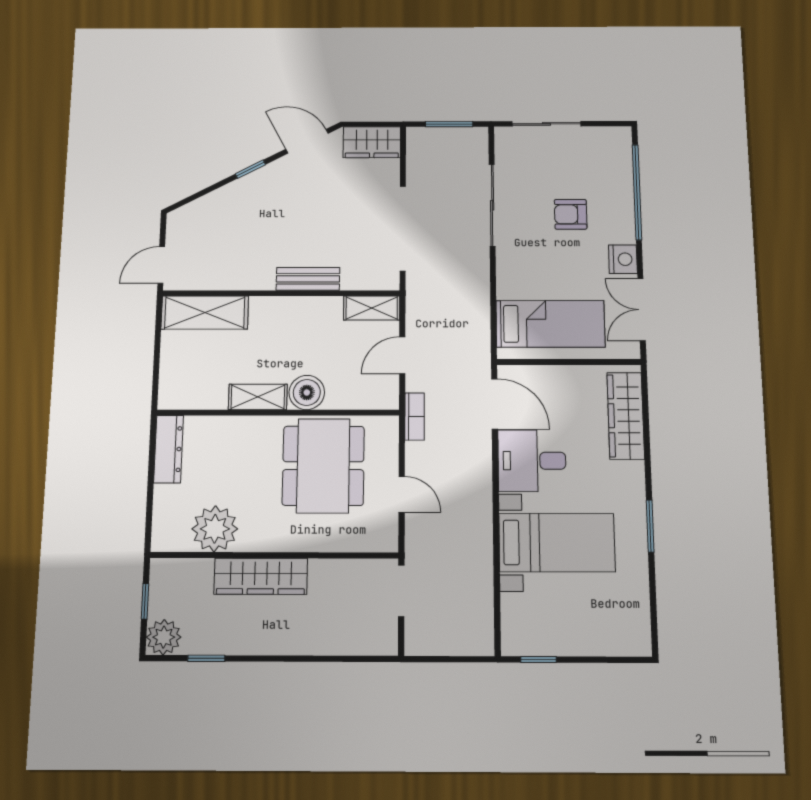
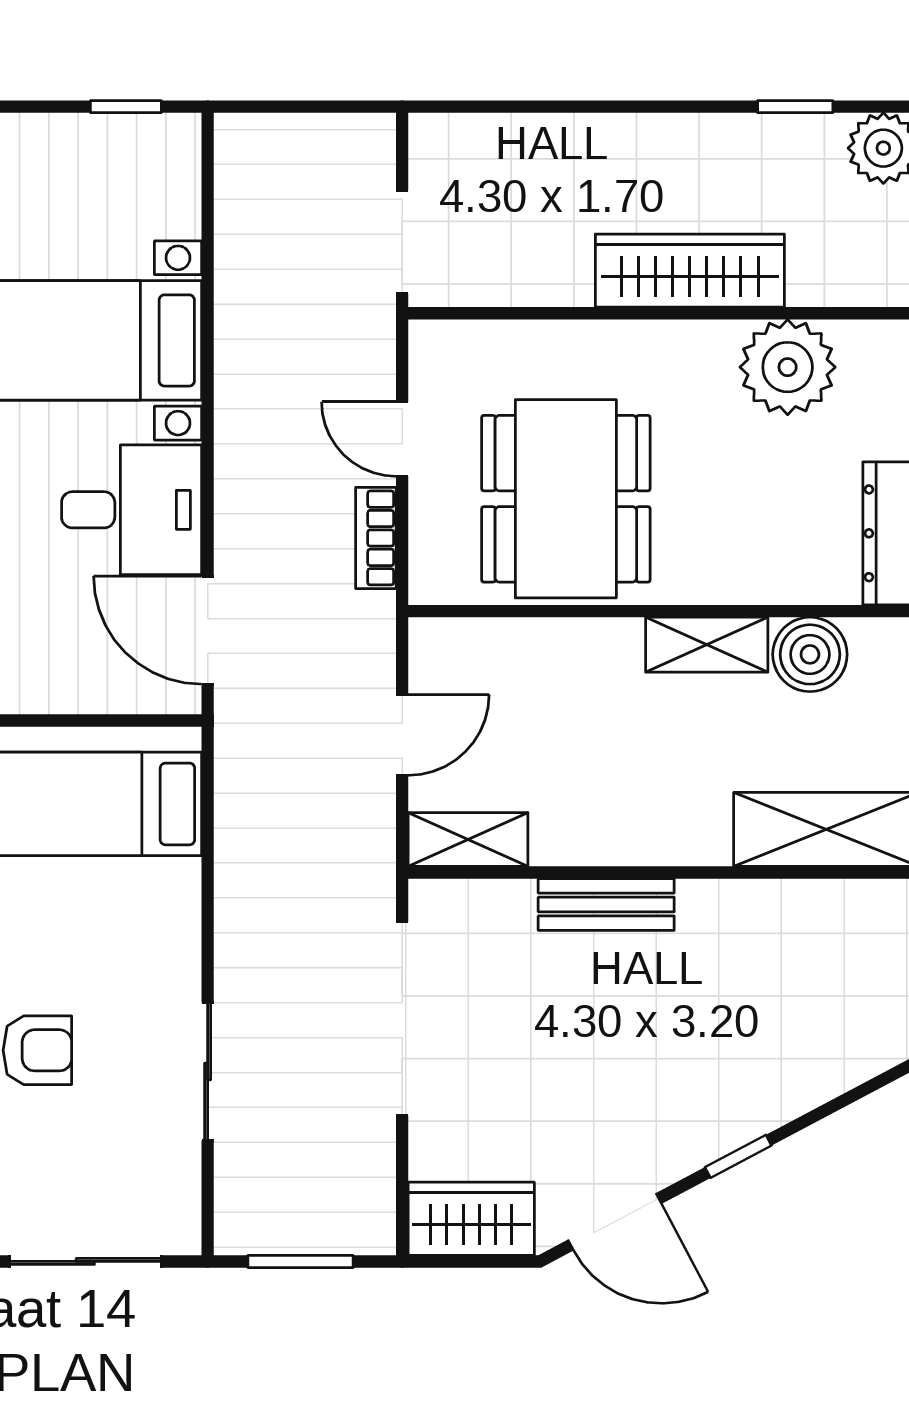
sliding door: (492, 205) -> (208, 1072), width x0.73
boiler: (307, 392) -> (810, 654), moved
bookcase: (415, 416) -> (376, 538), moved

